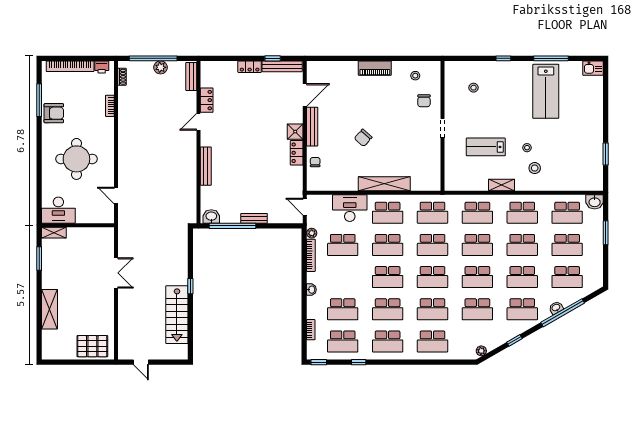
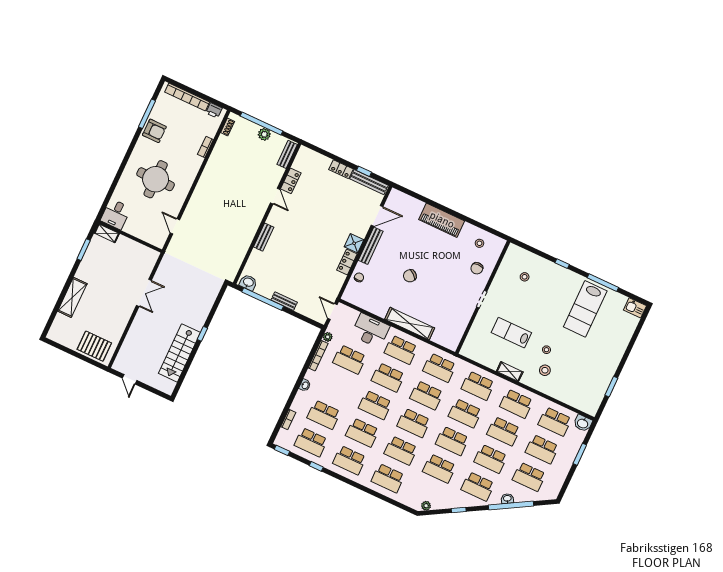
piano: (375, 68) -> (442, 220), width x1.37, depth x1.33
door: (199, 122) -> (275, 196), swing flipped
bench: (206, 166) -> (264, 237), width x0.73
desk: (58, 210) -> (116, 214), width x0.73

